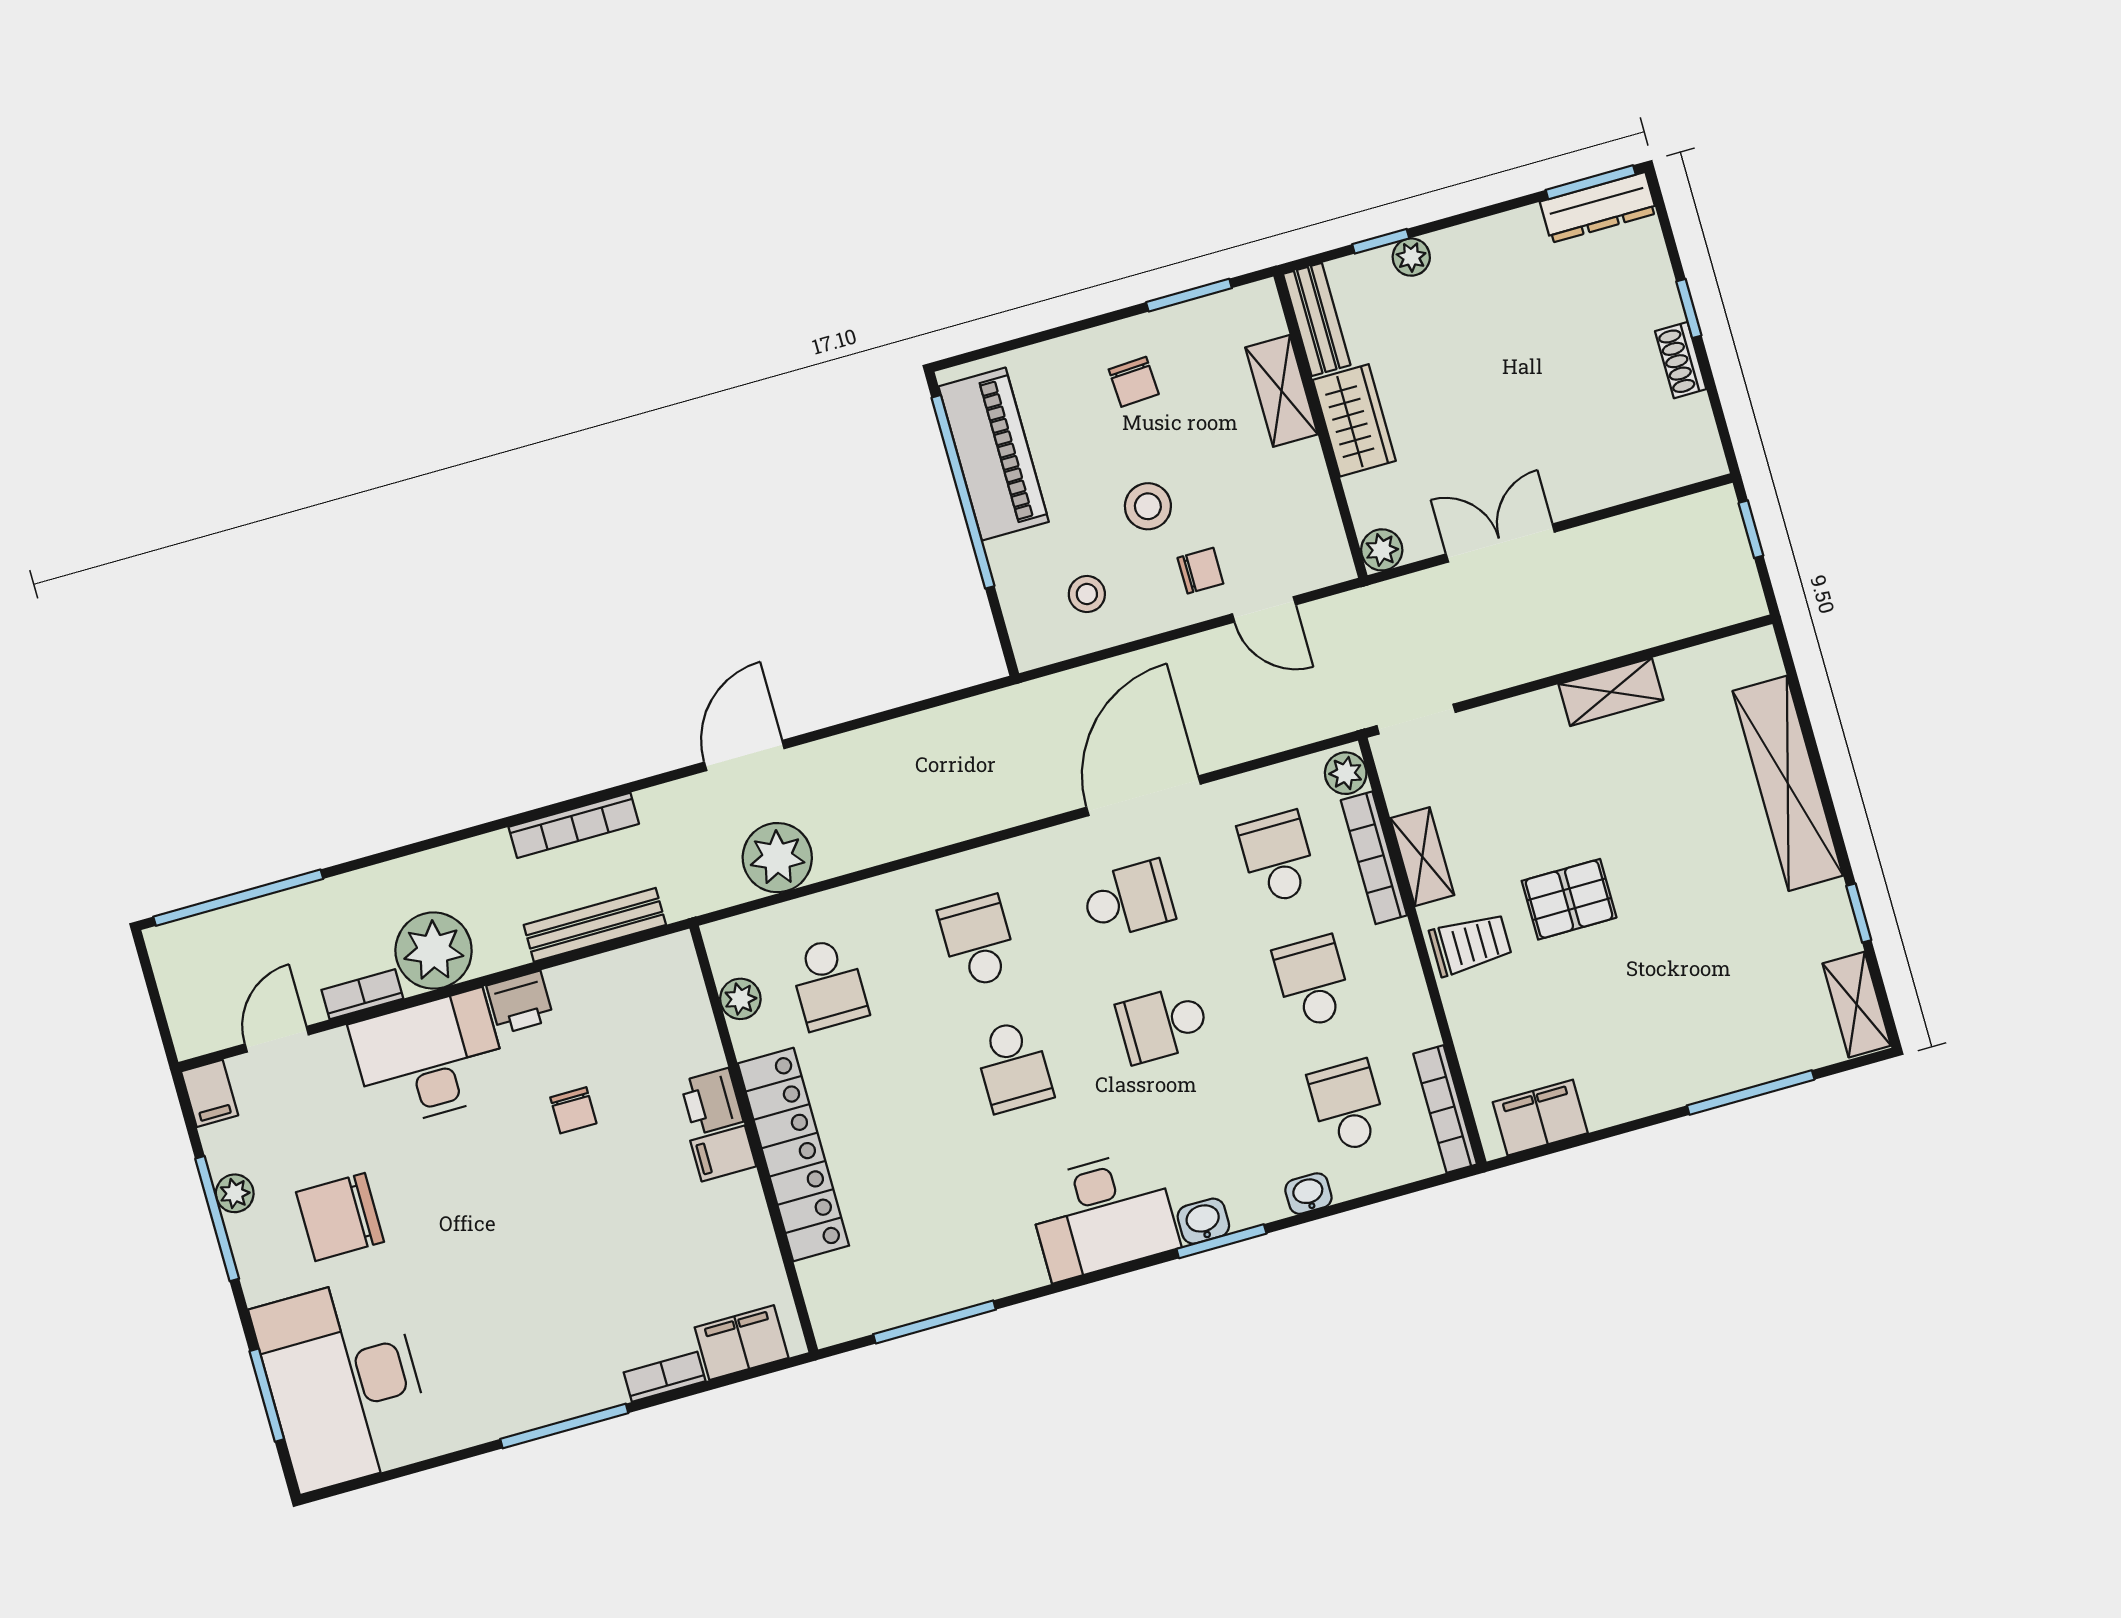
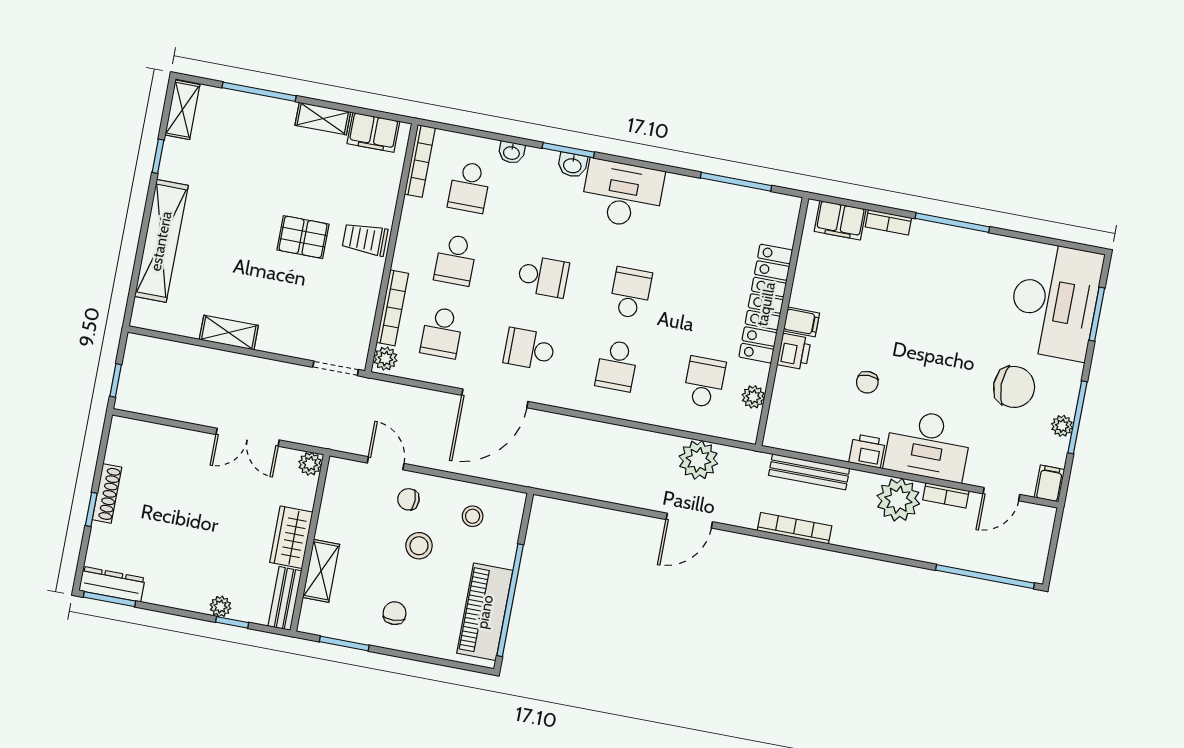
shoe rack: (1681, 360) -> (107, 493), width x1.43
shelving: (1422, 857) -> (323, 119), moved, turned 90
chair: (573, 1110) -> (867, 382), turned 180

